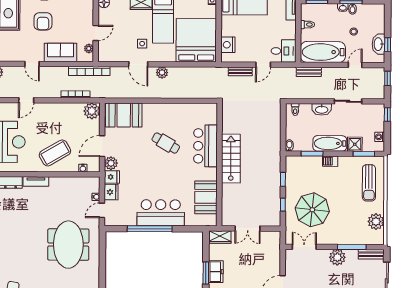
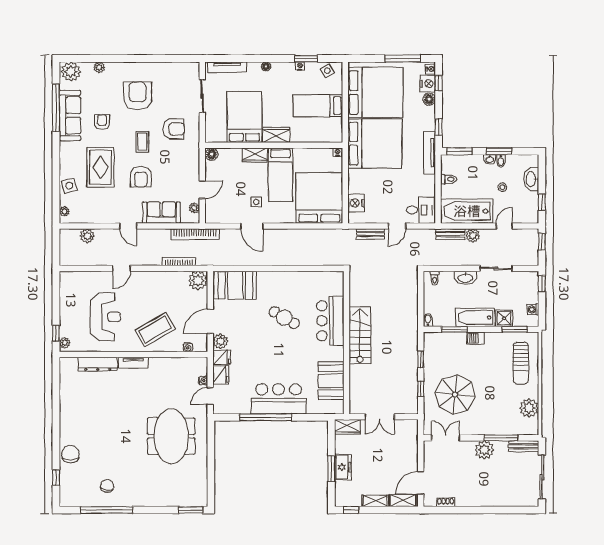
washbasin: (379, 44) -> (531, 179), moved
plant: (162, 73) -> (473, 236), moved

